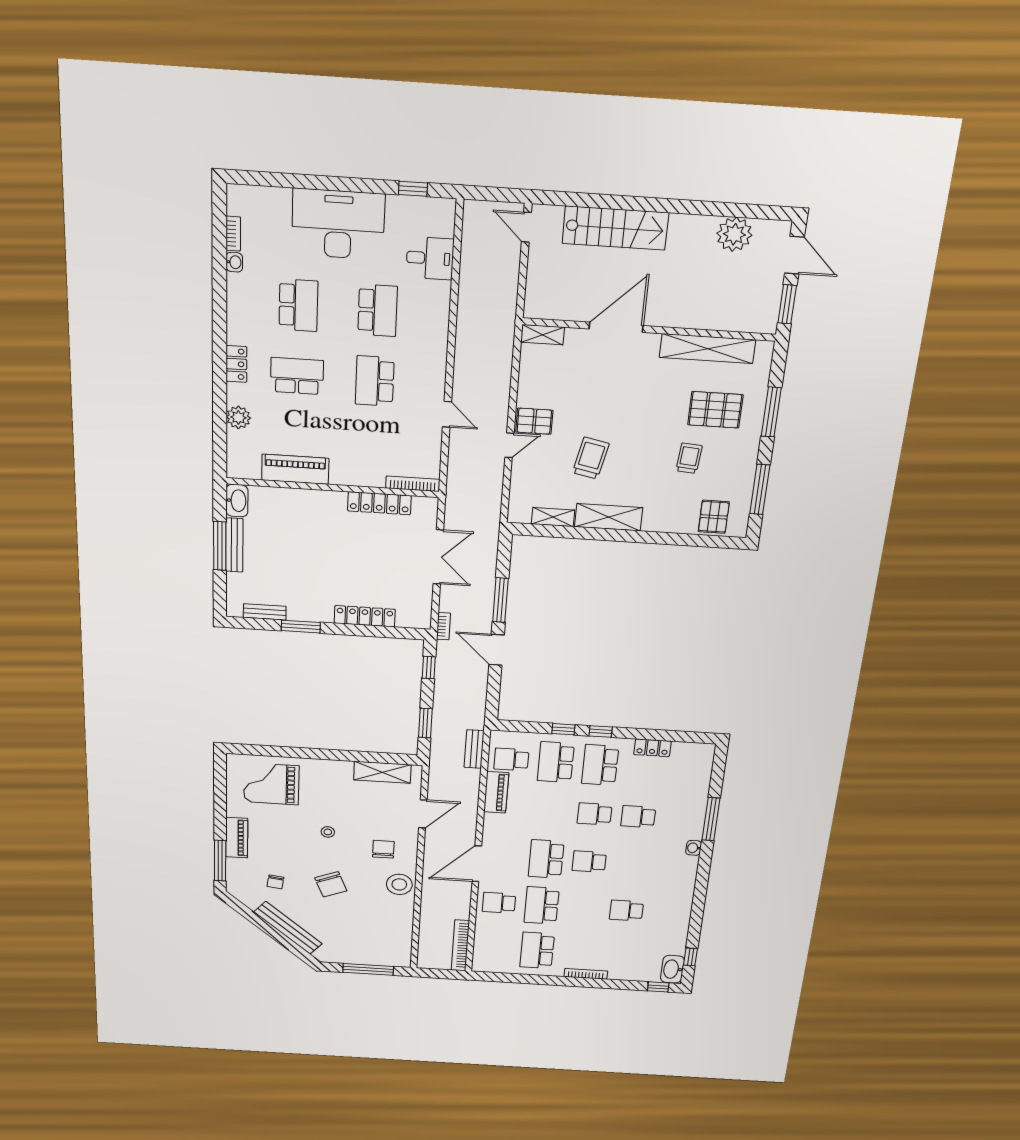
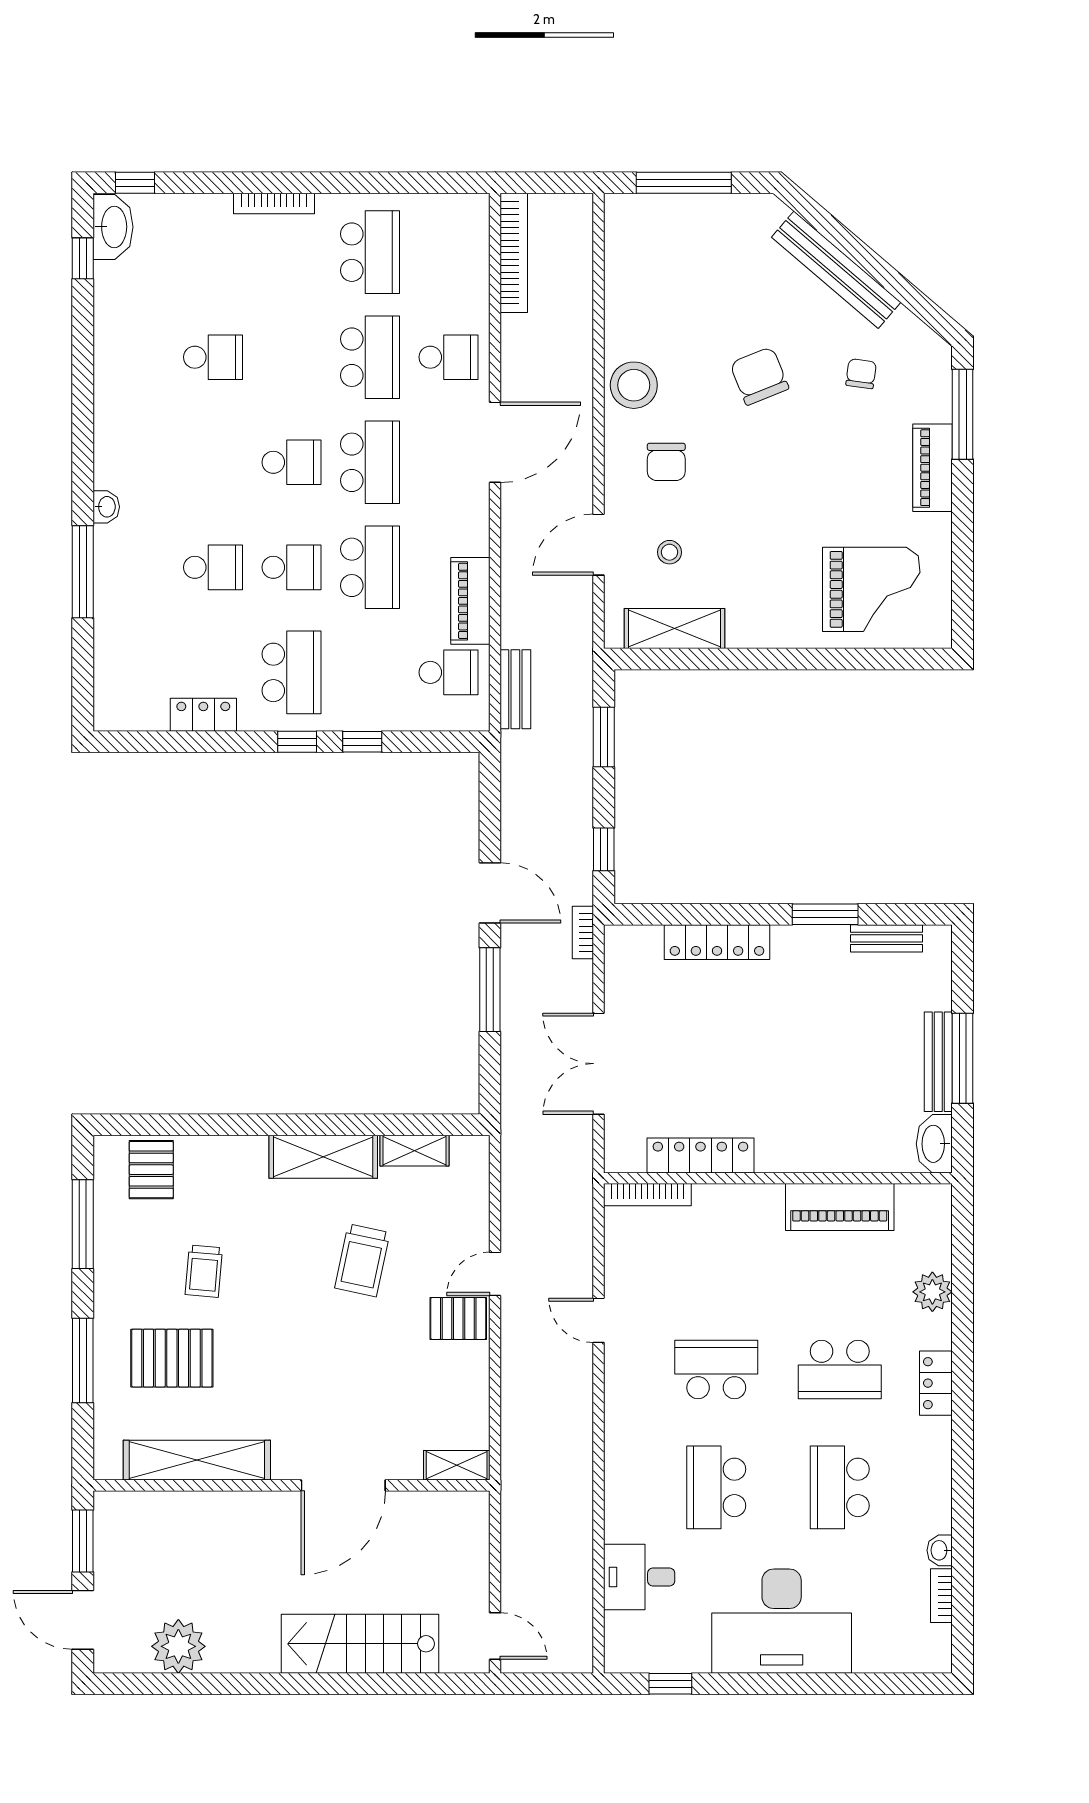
school desk: (375, 381) -> (716, 1369), turned -90
school desk: (556, 762) -> (370, 567), moved
stool: (328, 832) -> (670, 552), moved

